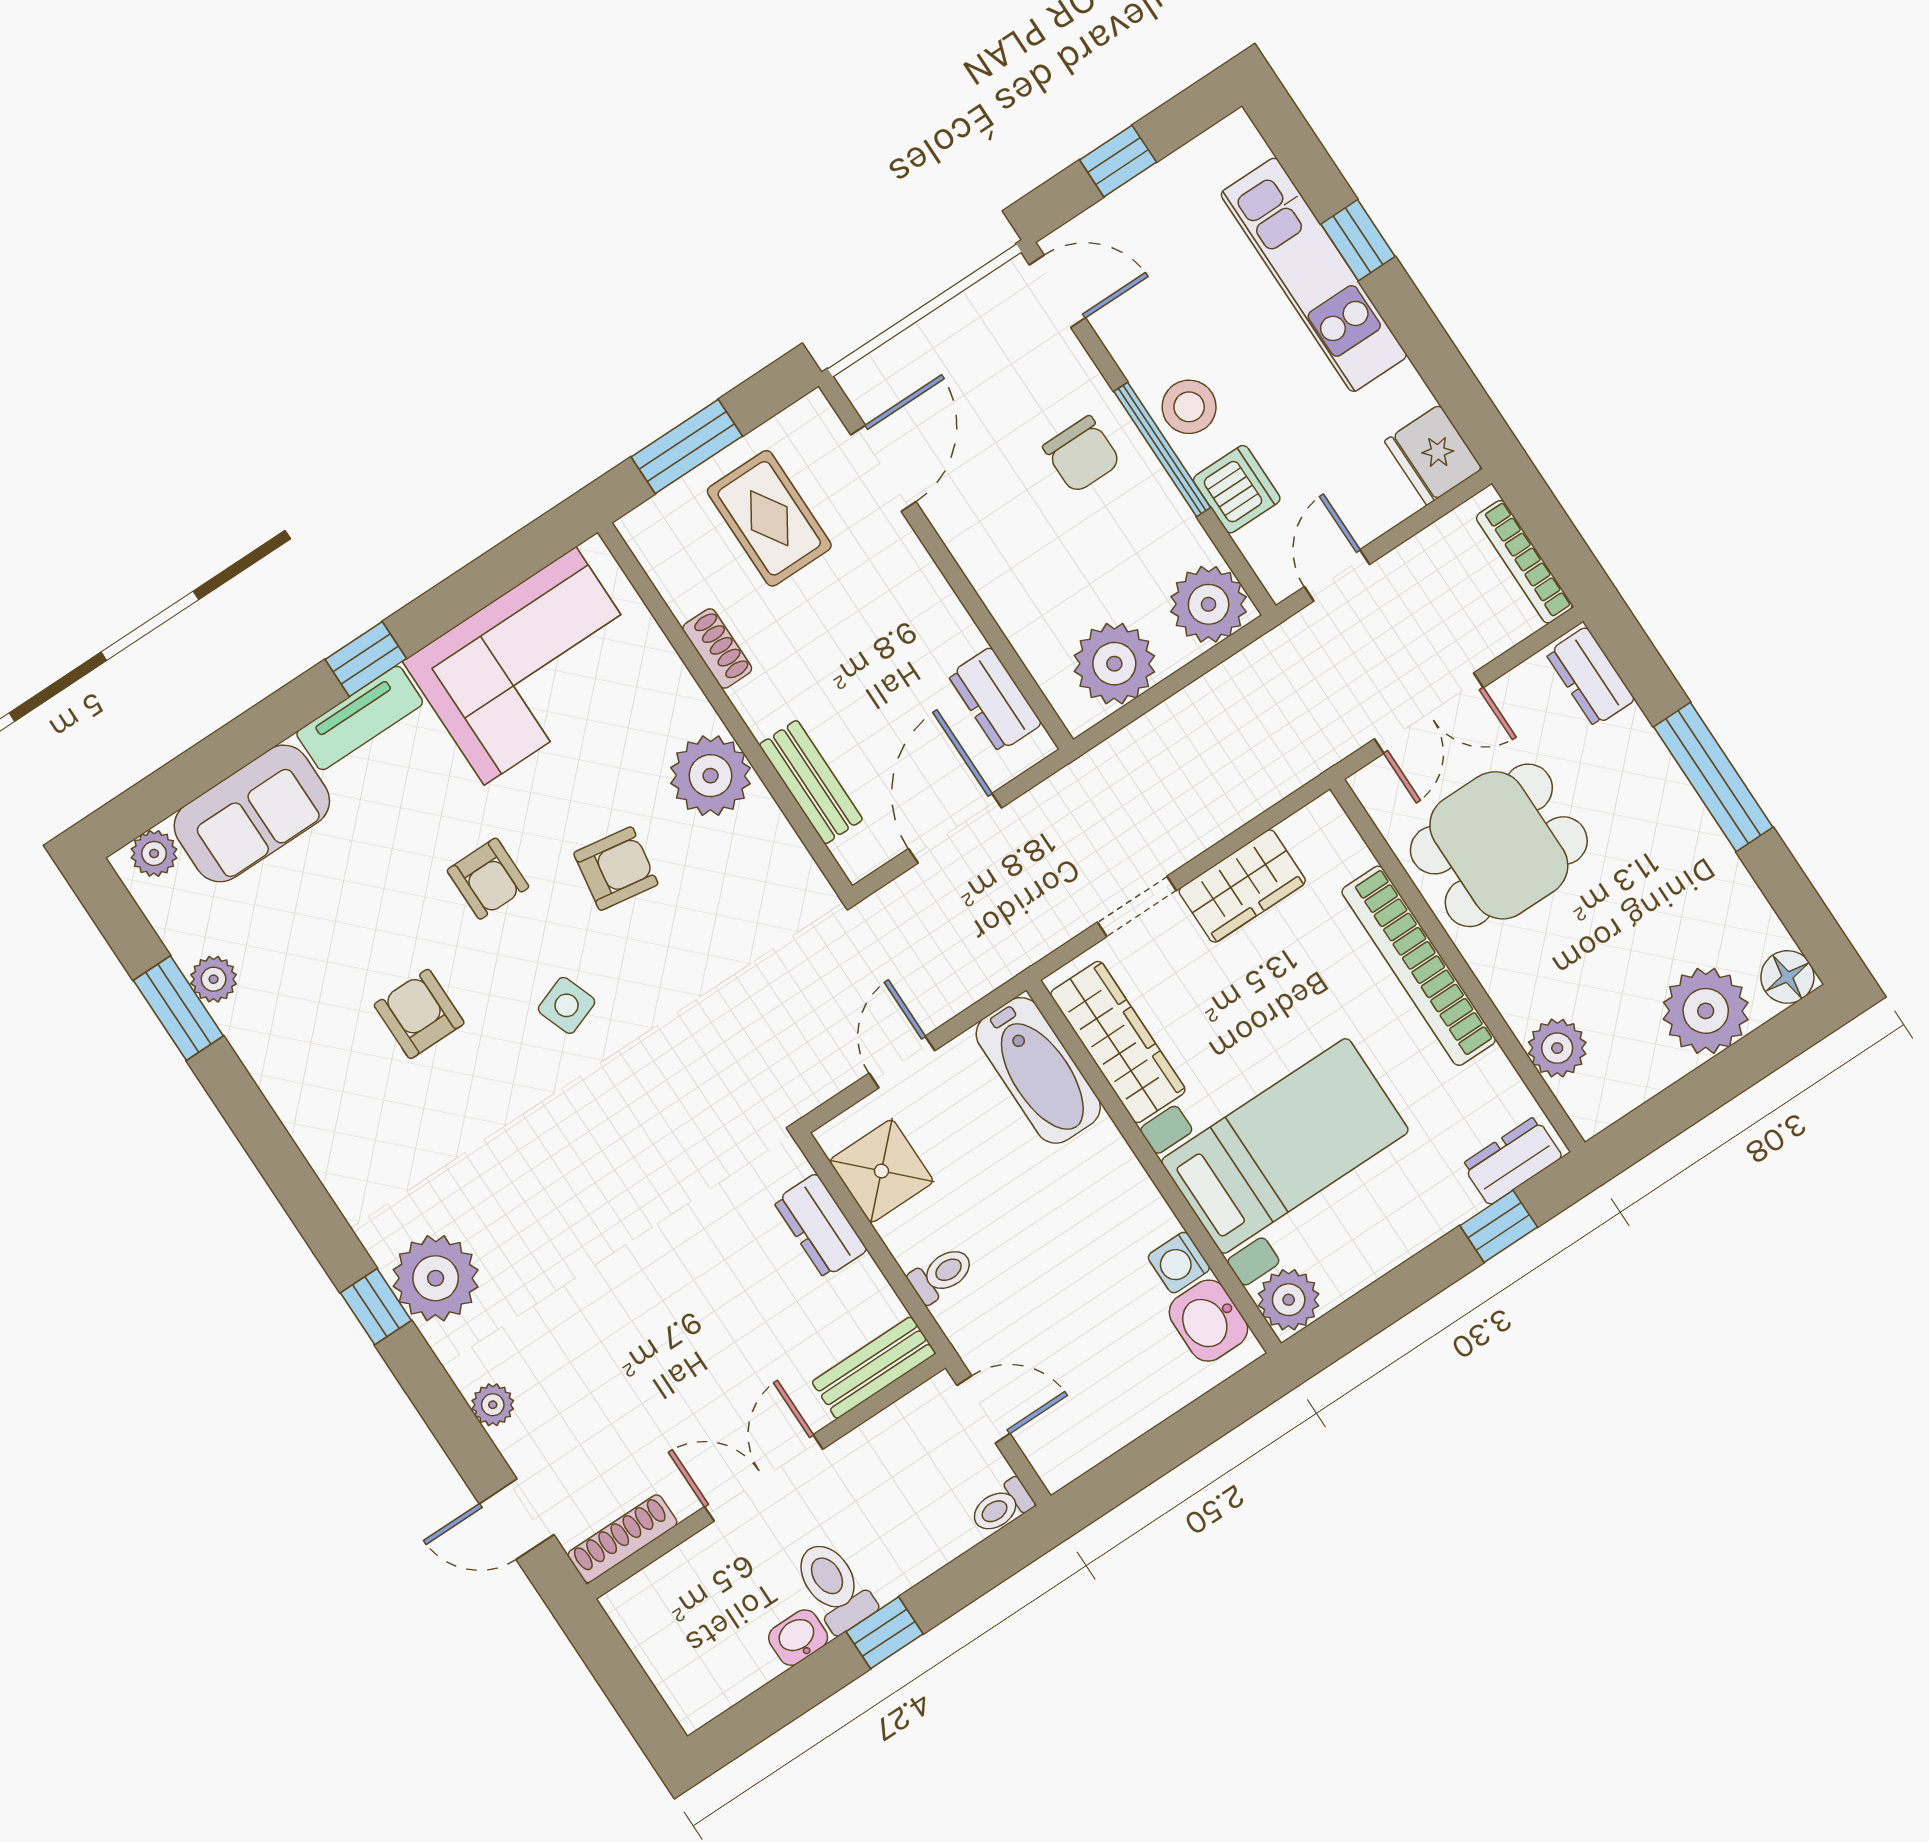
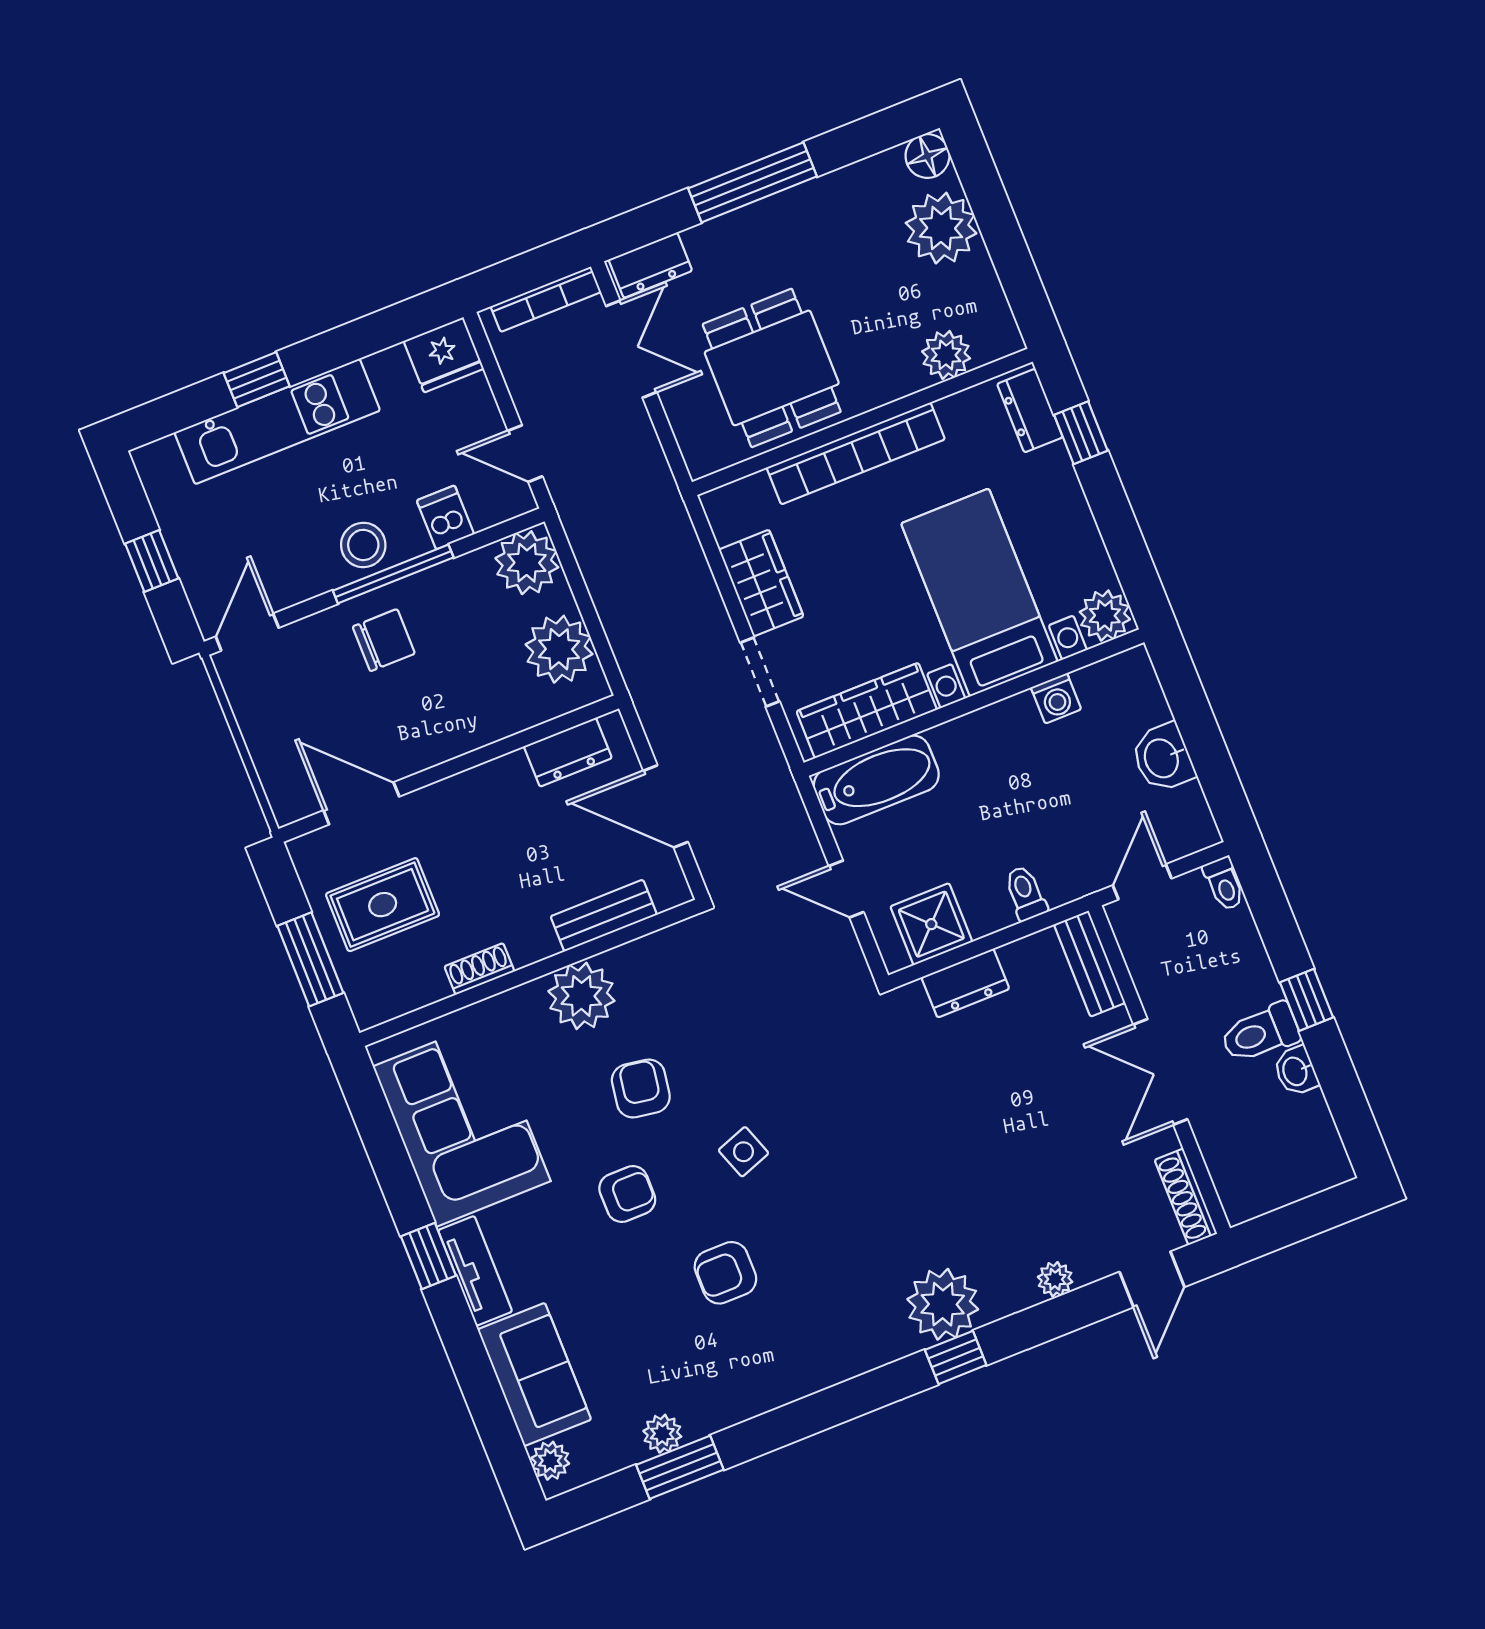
dishwasher: (1237, 489) -> (445, 517), width x0.73
double door: (1429, 713) -> (631, 349), moved
washbasin: (1208, 1321) -> (1163, 758), moved, turned 90

